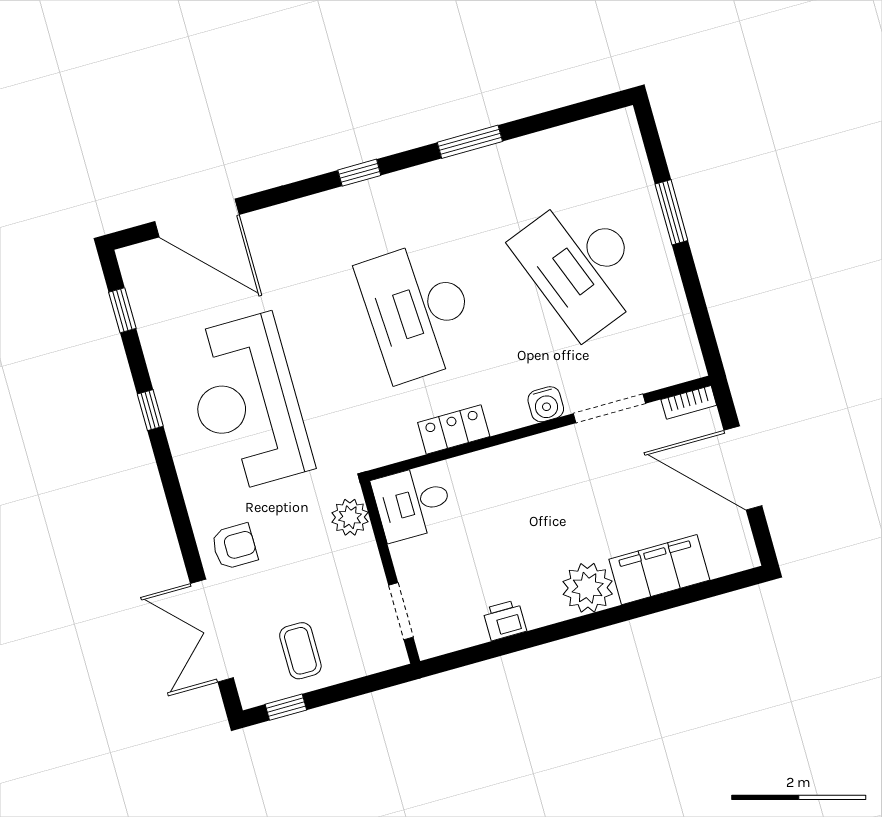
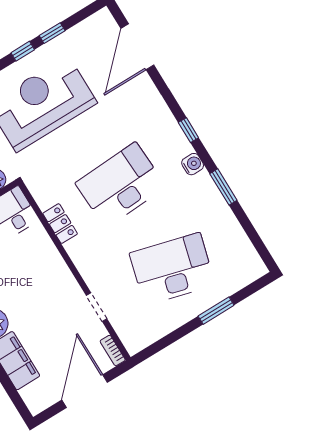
desk: (582, 265) -> (172, 269), turned 36
window: (122, 310) -> (52, 33), moved
water cooler: (546, 404) -> (193, 164), moved, turned 180
doorway: (609, 408) -> (97, 307), width x0.73

